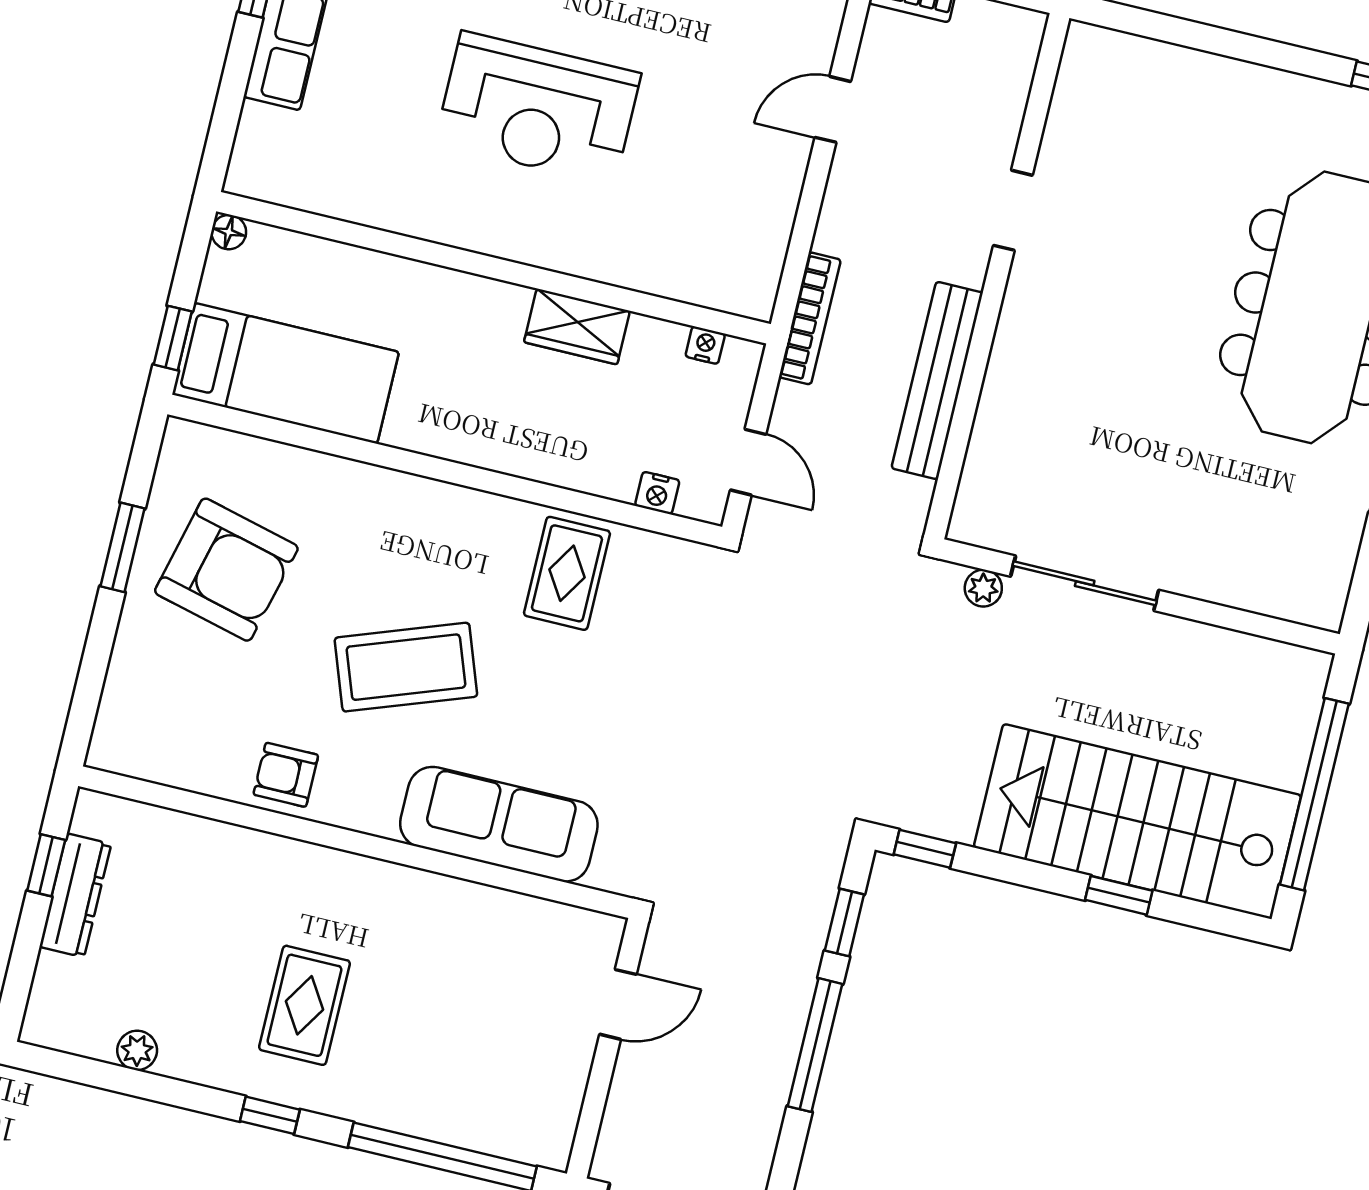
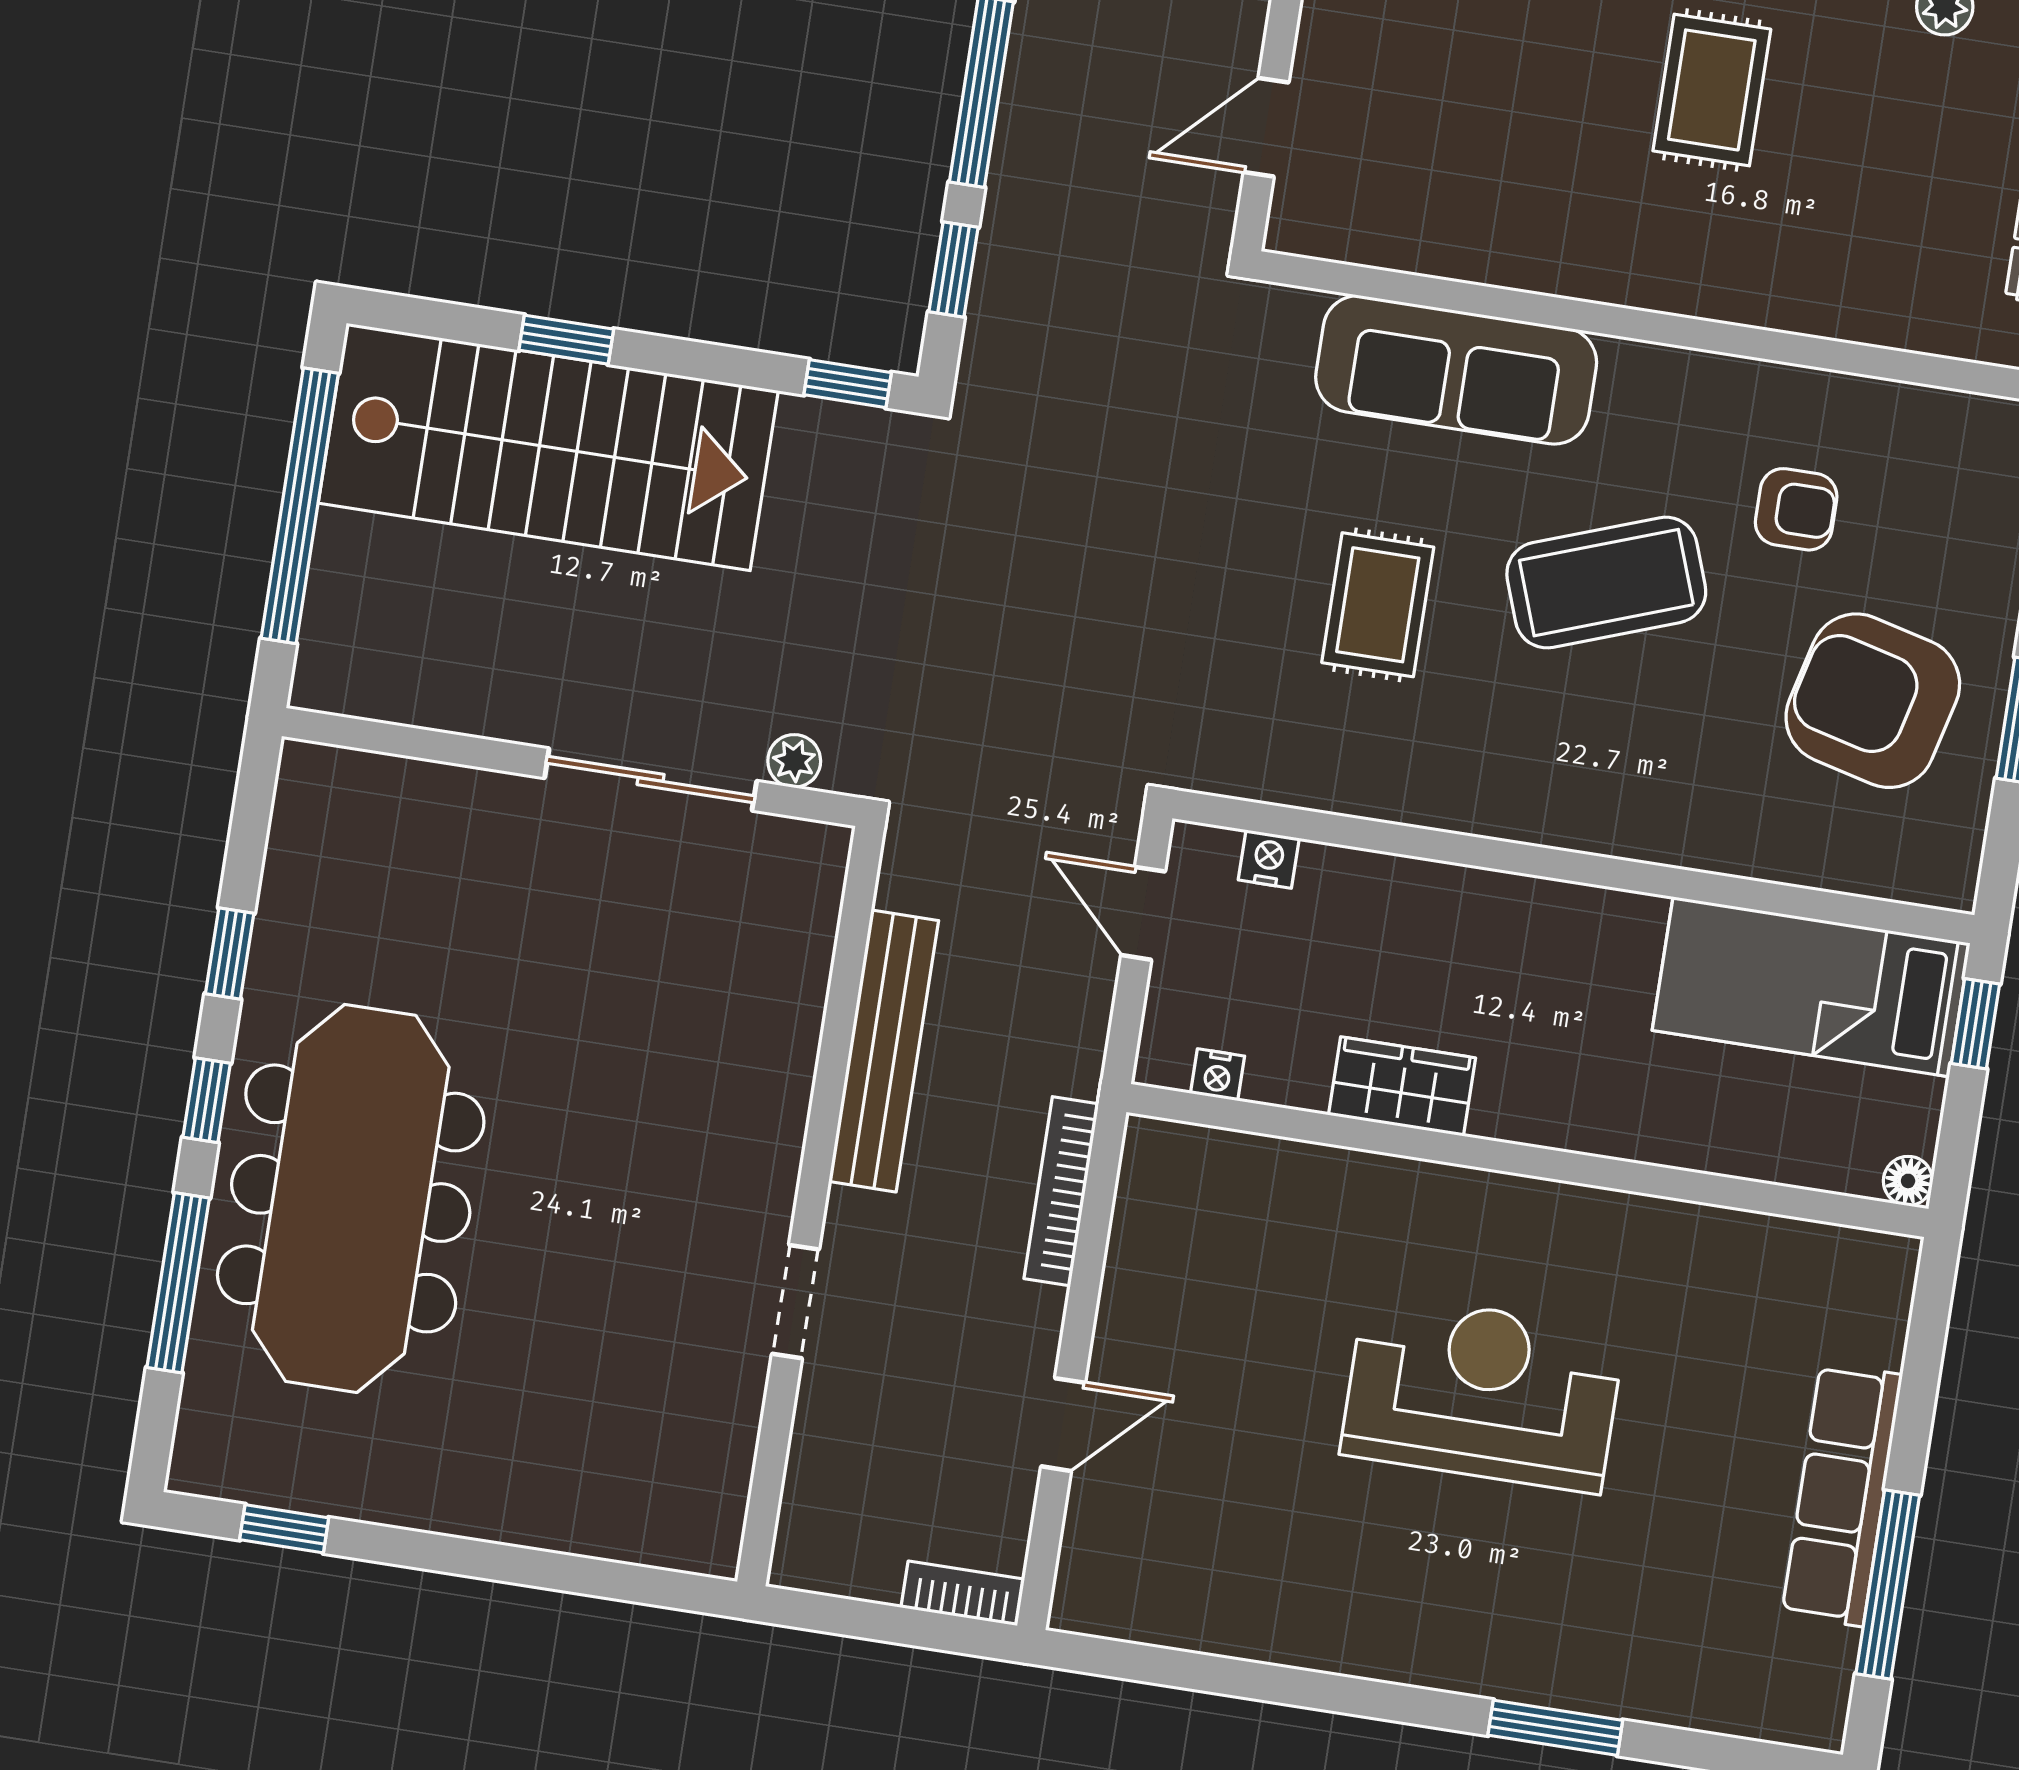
bookcase: (810, 318) -> (1061, 1191), moved
rug: (567, 573) -> (1378, 605), moved
armchair: (286, 775) -> (1796, 509), moved

